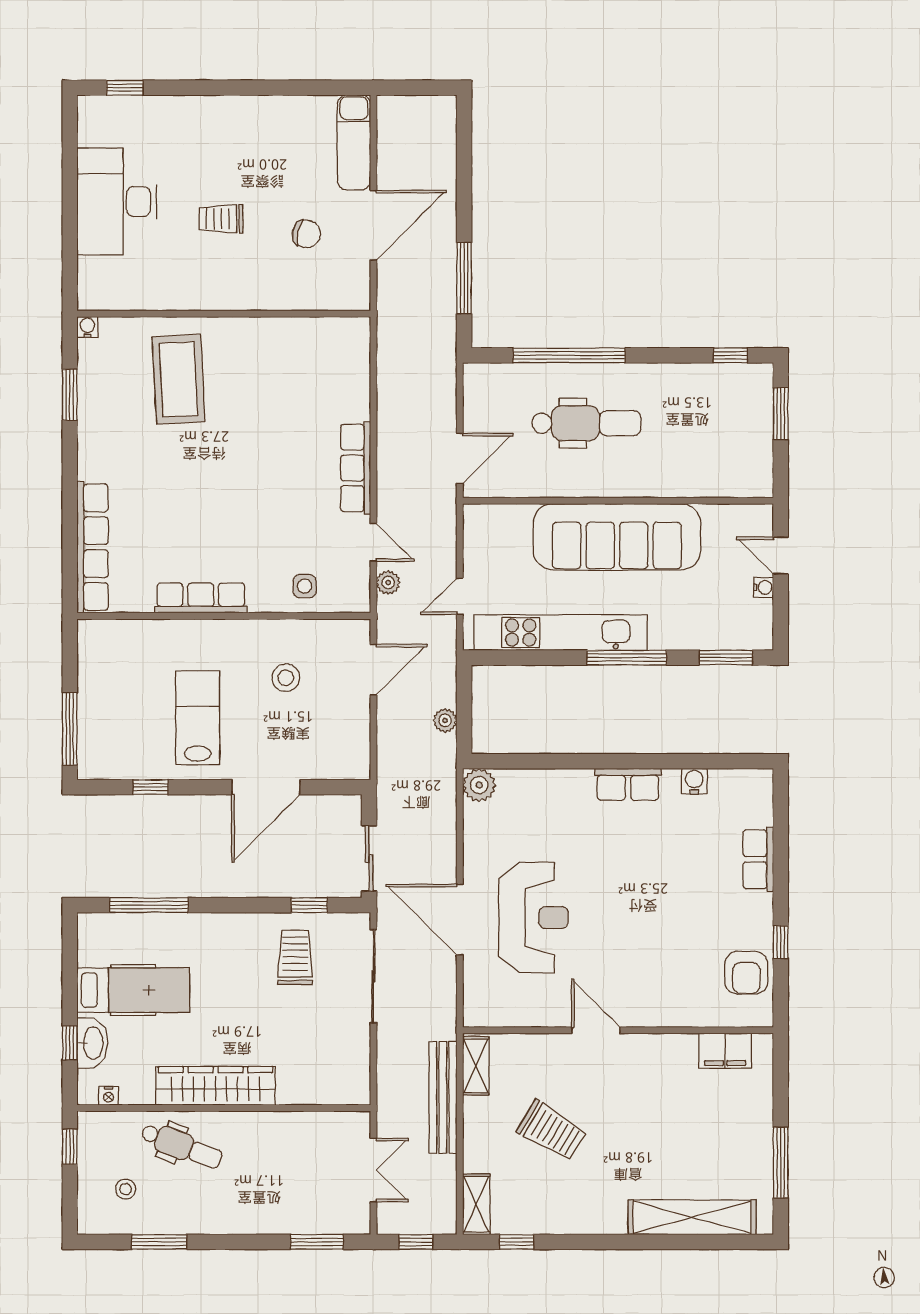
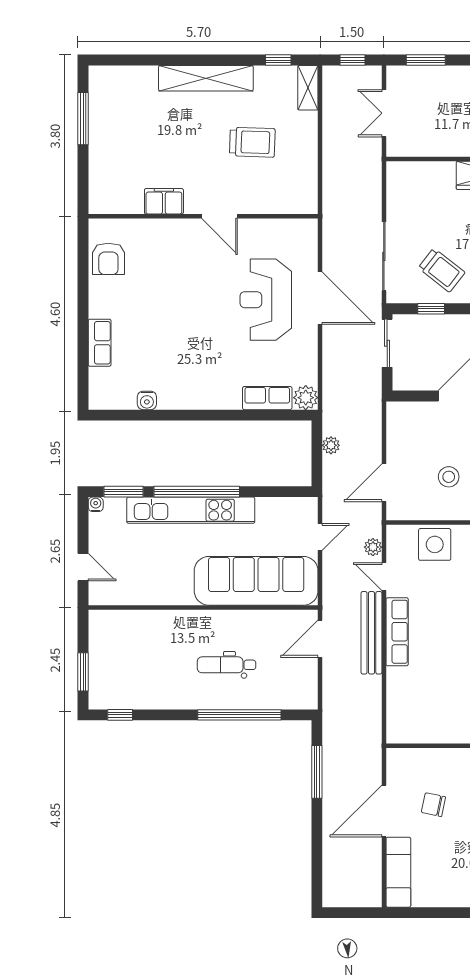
dental chair: (586, 423) -> (227, 665), width x0.73, depth x0.72
sofa: (617, 537) -> (256, 581), moved
side table: (305, 586) -> (435, 544), width x1.87, depth x1.87
water cooler: (764, 587) -> (96, 504), moved, turned 90
kitchen unit: (561, 633) -> (191, 510), moved
window: (627, 658) -> (197, 492), width x1.46
row of seats: (628, 784) -> (267, 398), moved
window: (781, 942) -> (83, 281), removed
trolley: (295, 957) -> (442, 270), turned -52
armchair: (746, 973) -> (108, 259), turned 180
filing cabinet: (725, 1051) -> (164, 201), moved
shelving: (476, 1066) -> (308, 190), removed
bench: (443, 1097) -> (371, 633), moved
trolley: (552, 1131) -> (252, 142), turned 151
shelving: (692, 1217) -> (206, 78), moved

